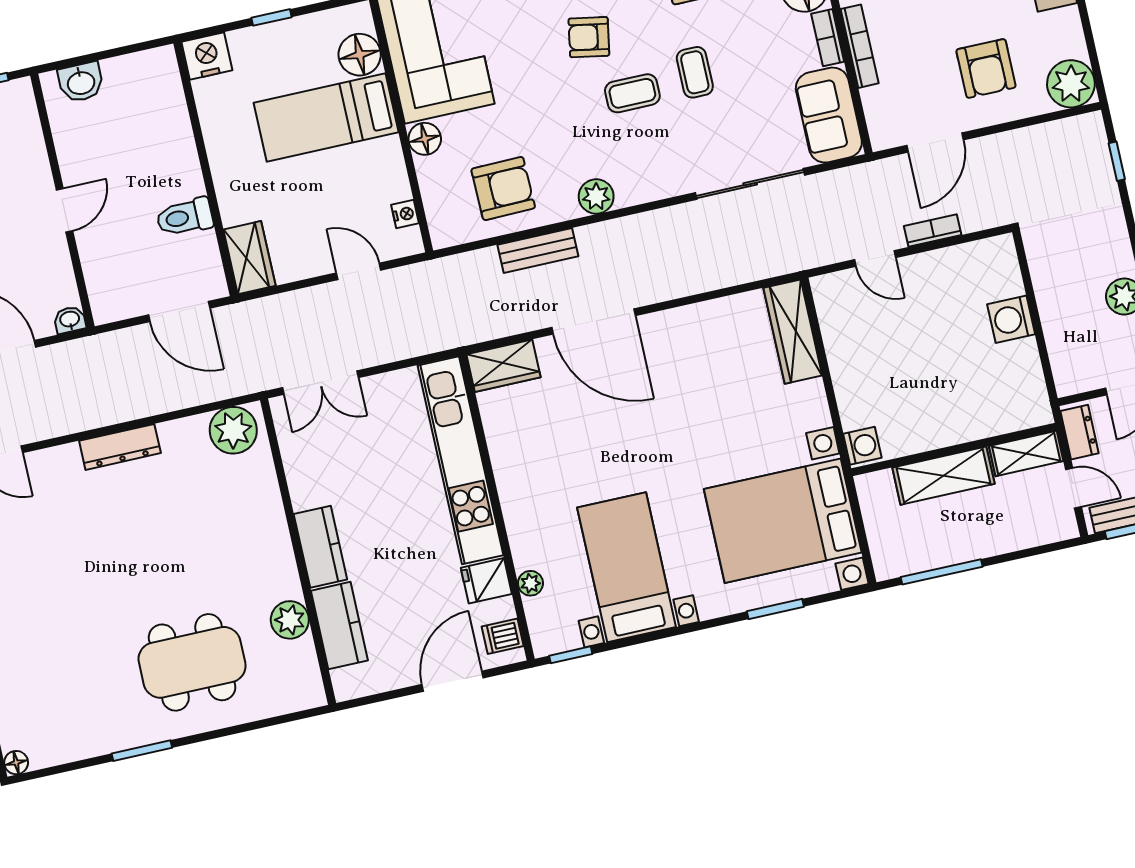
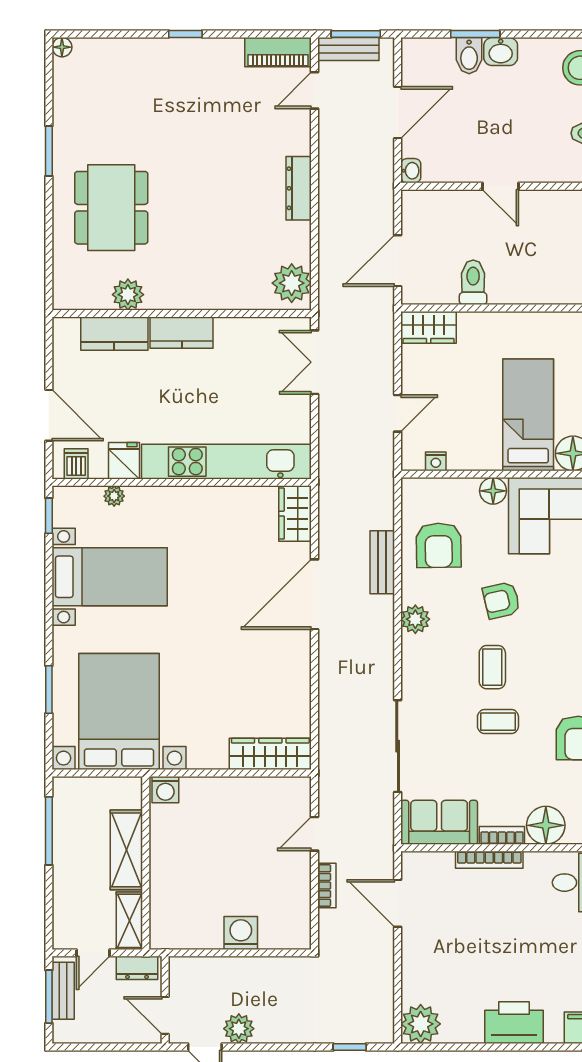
armchair: (589, 37) -> (501, 600), moved, turned -113
armchair: (986, 68) -> (448, 958), removed

